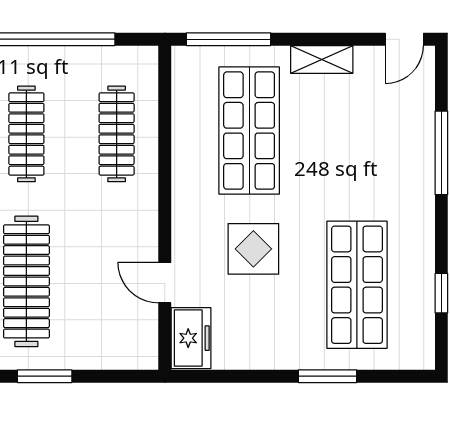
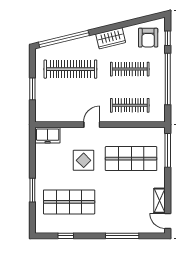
shelving: (322, 59) -> (160, 201), moved
door: (165, 283) -> (92, 125), moved
window: (45, 376) -> (32, 89), moved

